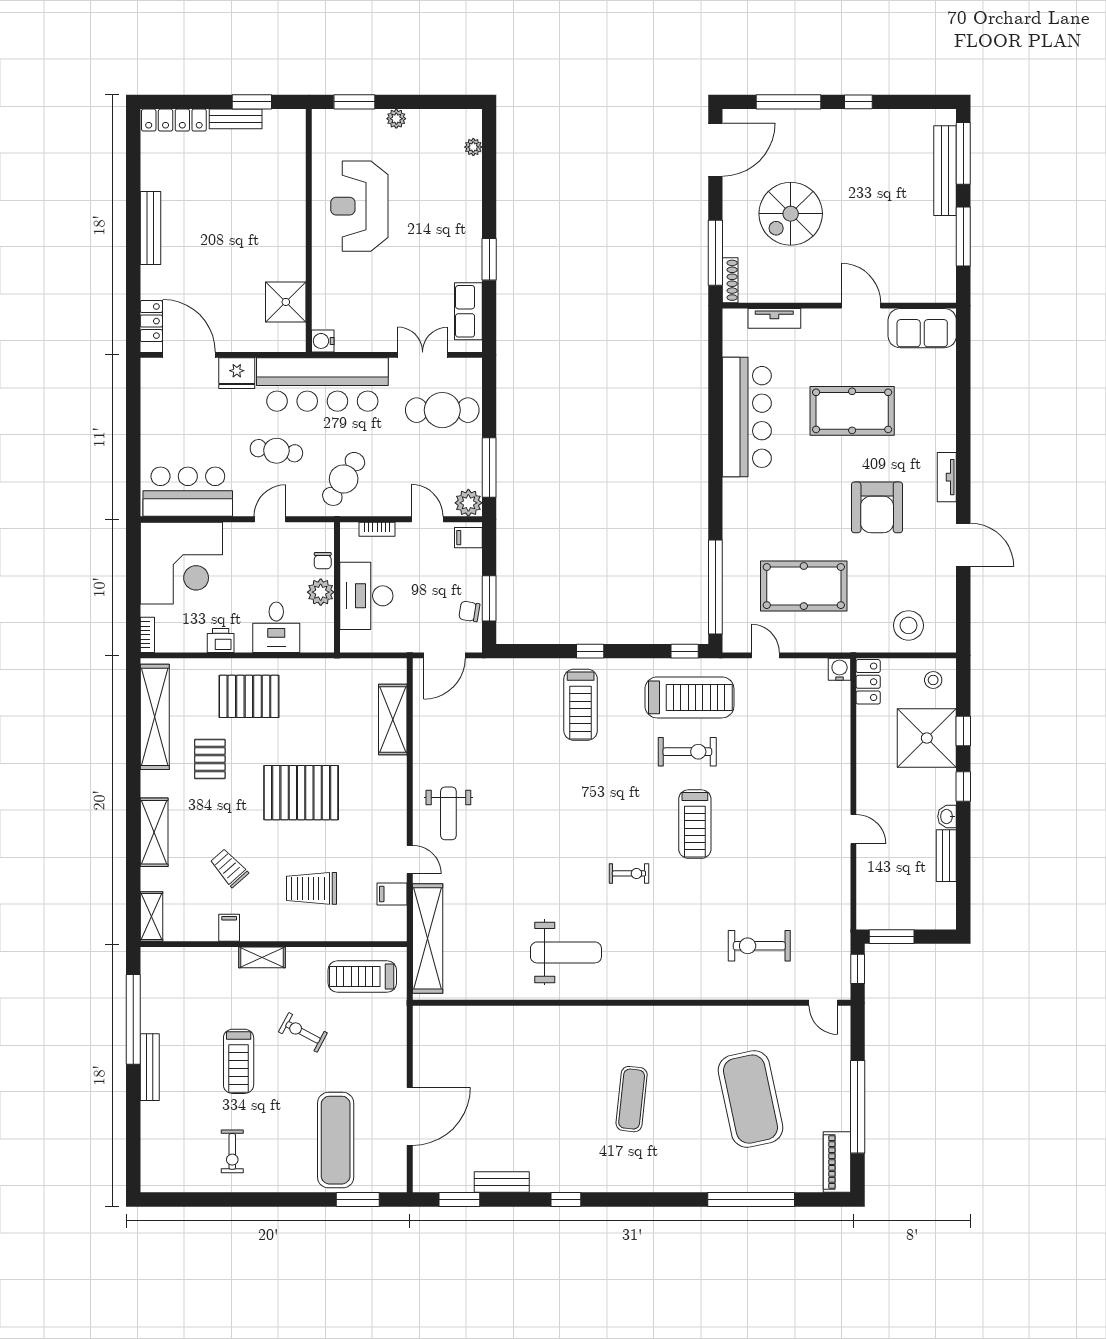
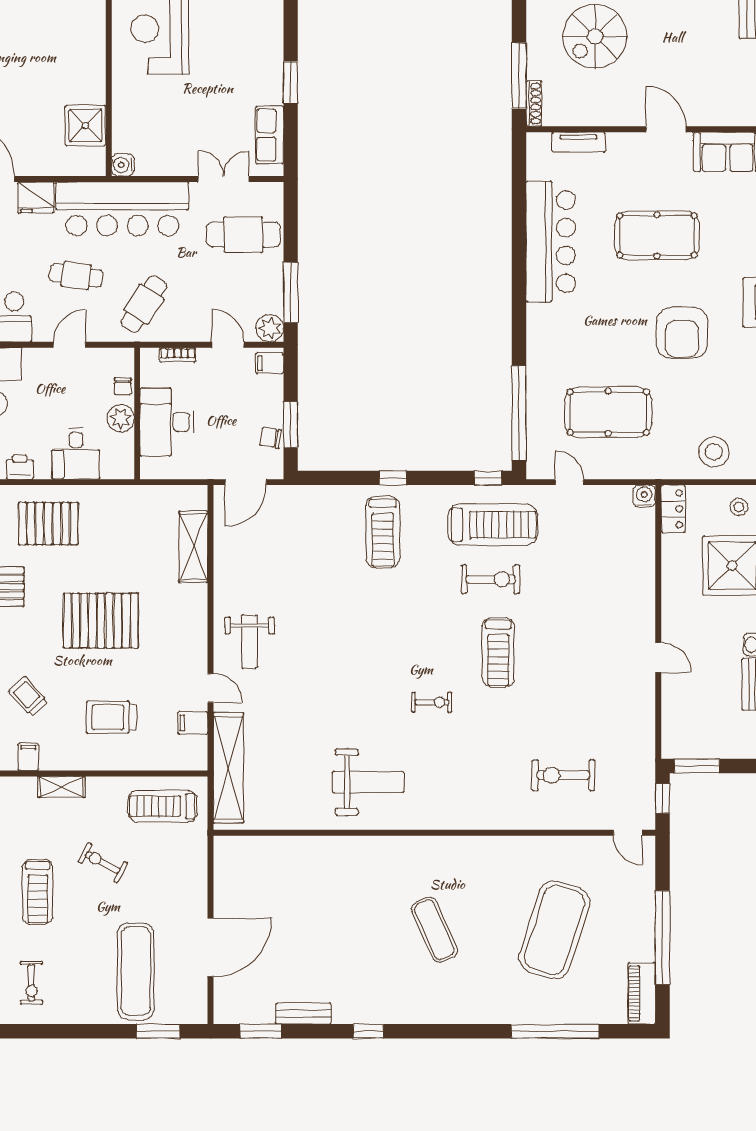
exercise mat: (632, 1099) -> (434, 930), turned -30
exercise mat: (751, 1099) -> (554, 930), turned 30

